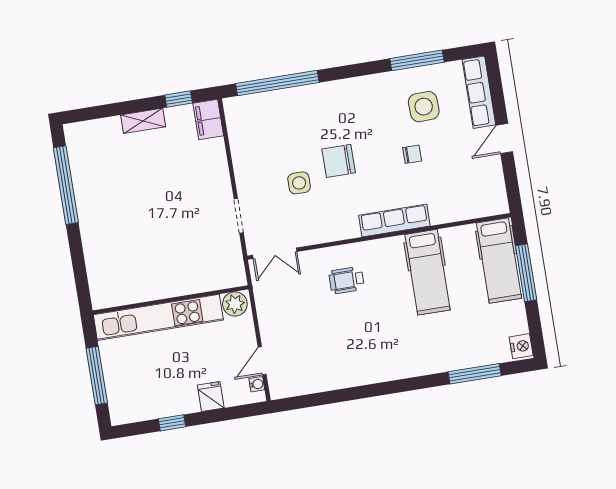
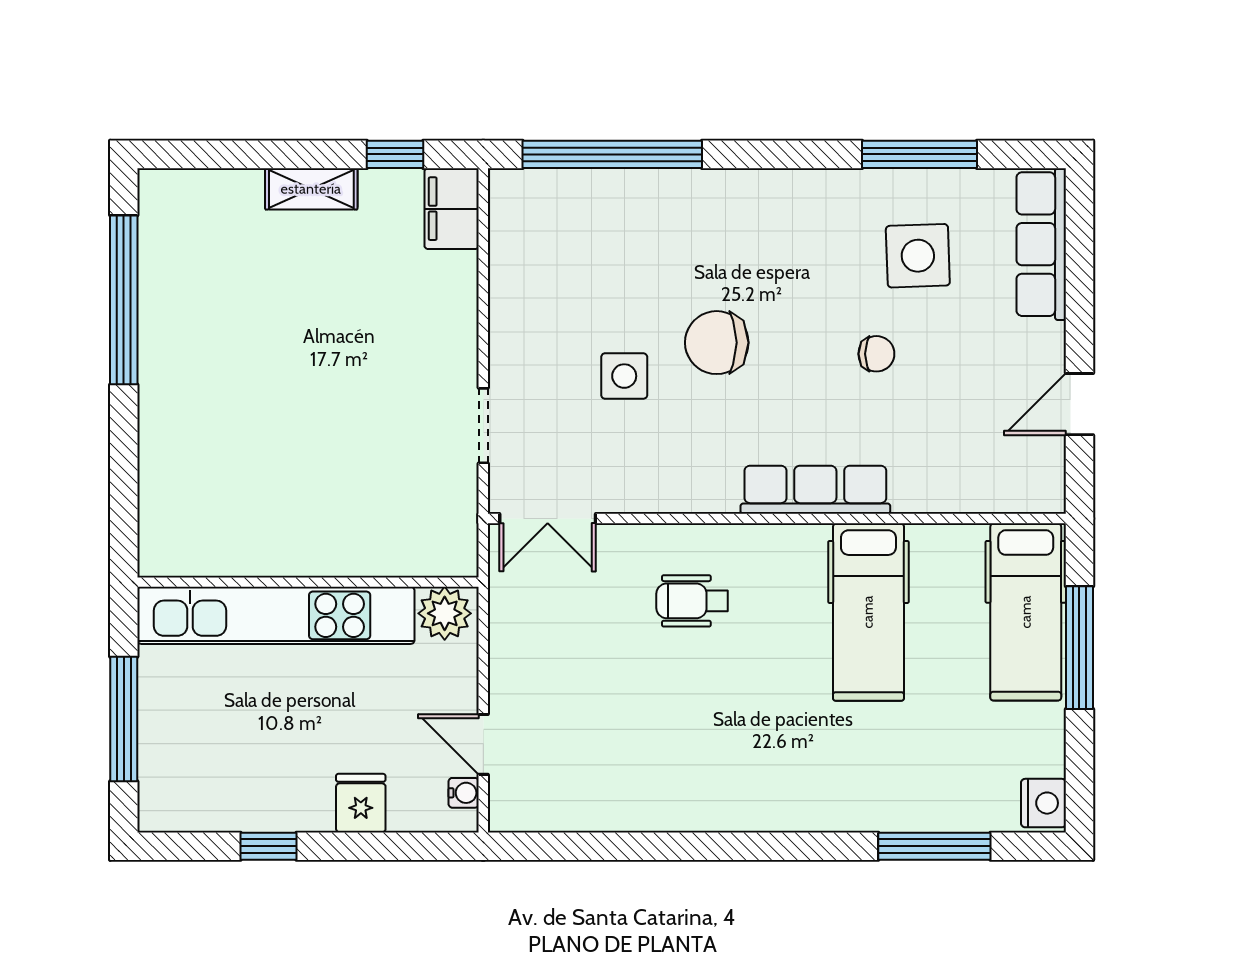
door: (504, 139) -> (1079, 404), moved
door: (262, 361) -> (483, 744), hinge flipped

